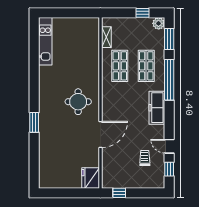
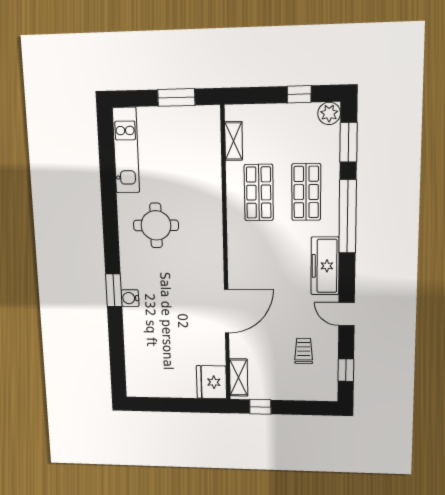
window: (75, 13) -> (176, 97), added
round table: (78, 102) -> (156, 225), moved
water cooler: (44, 127) -> (130, 298), added
door: (169, 146) -> (346, 314), moved
shelving: (107, 175) -> (239, 377), added

